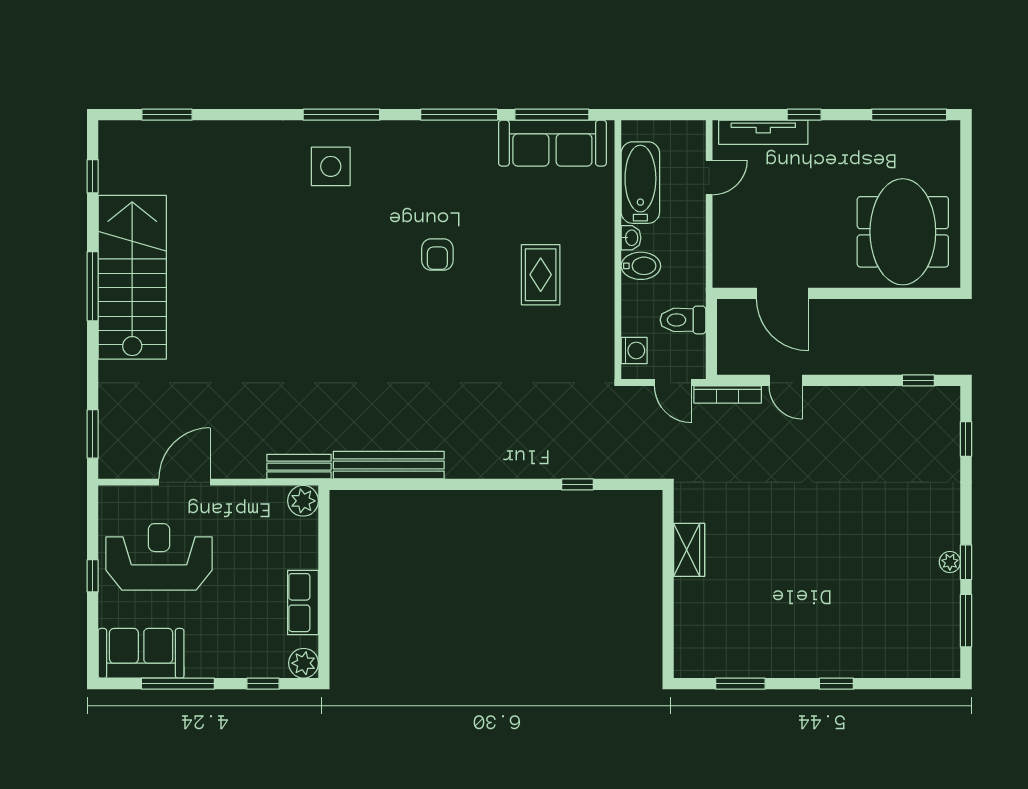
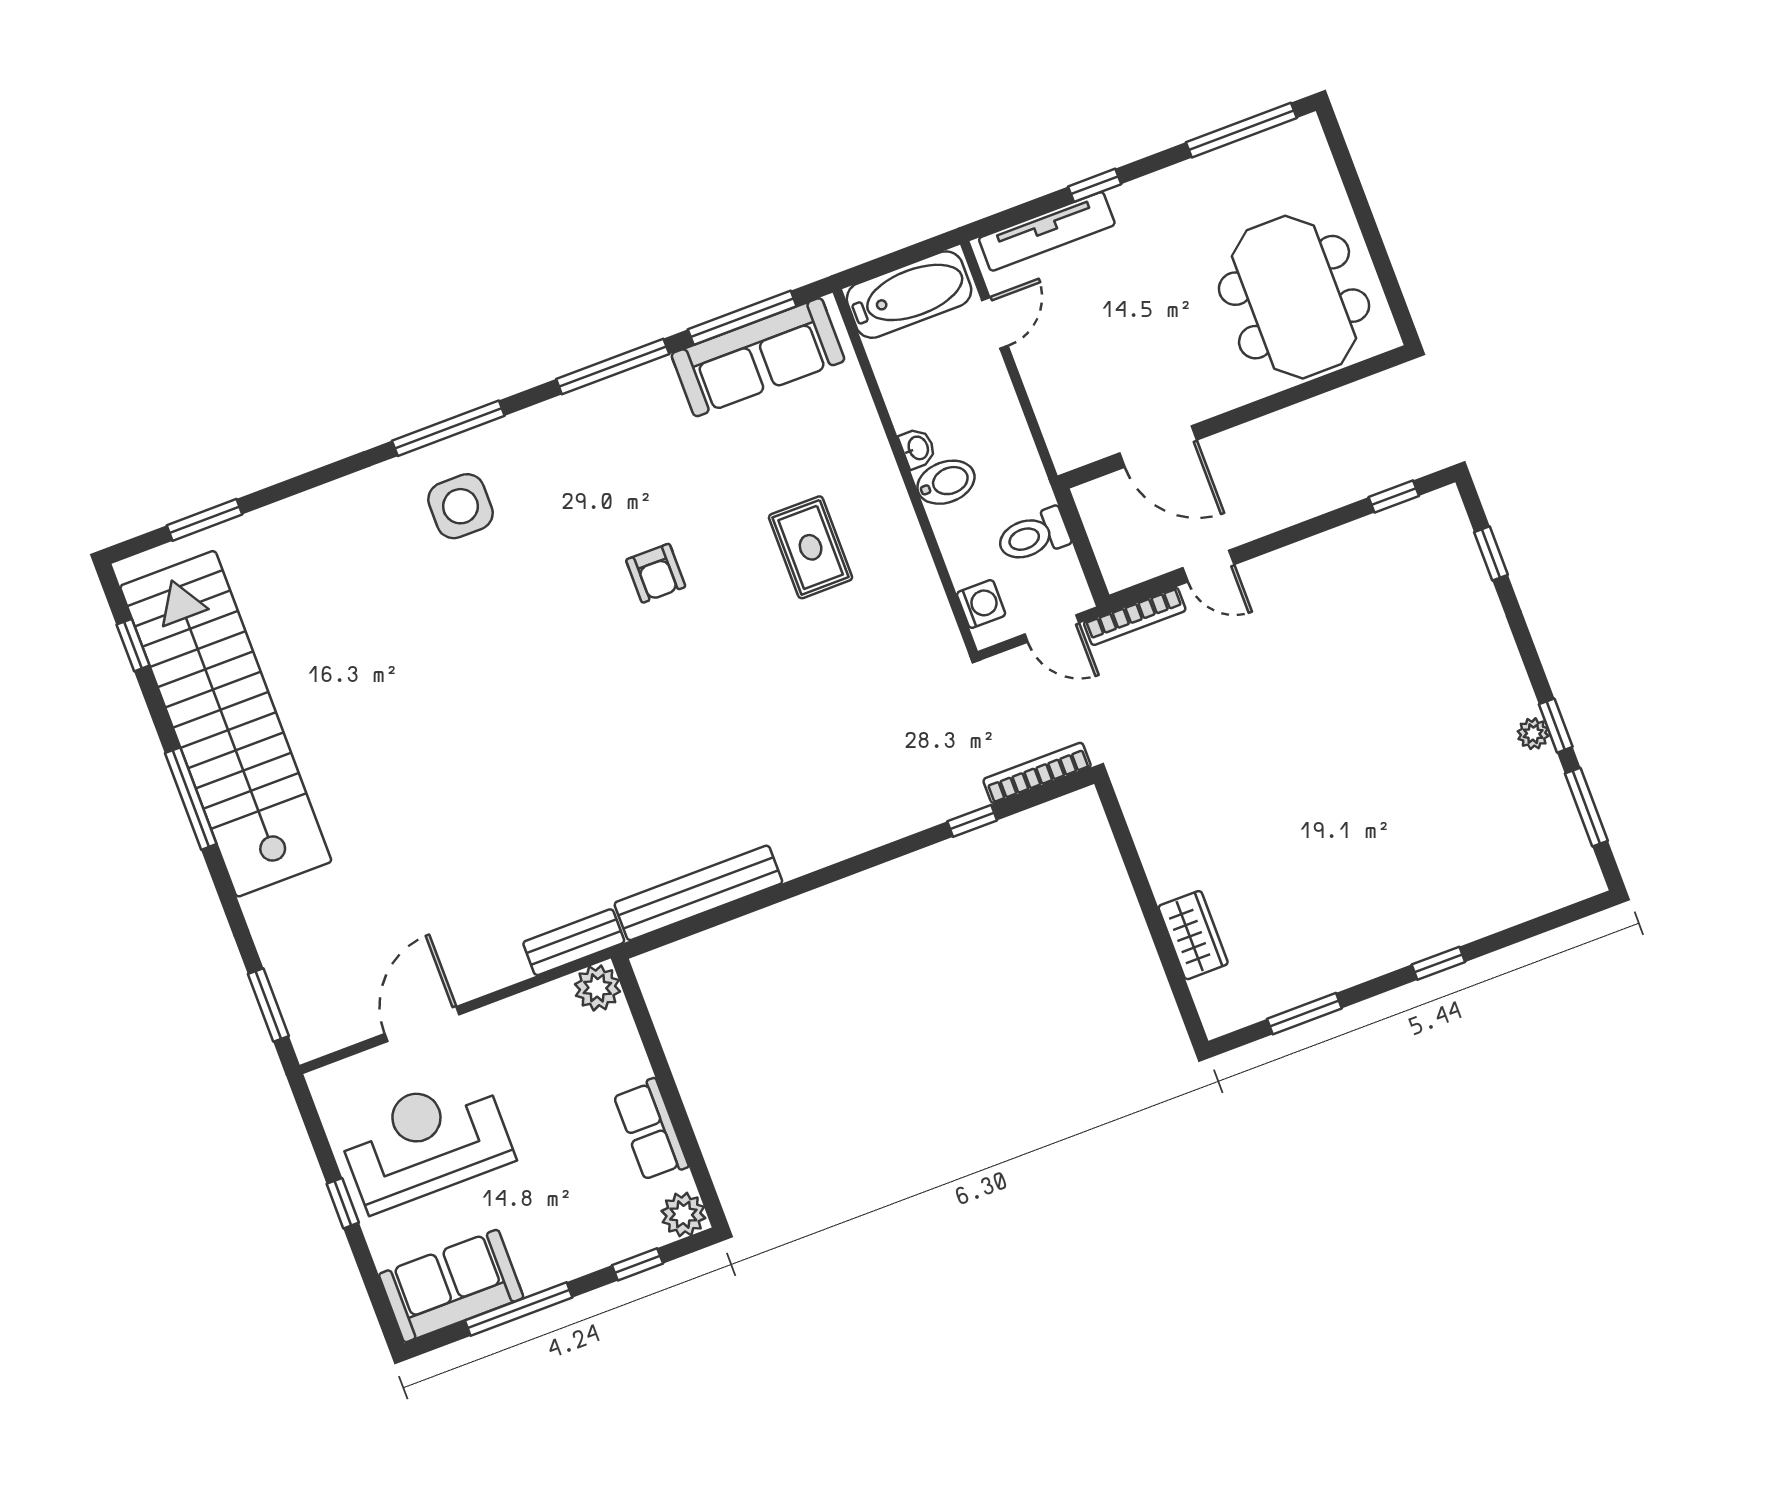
bathtub: (640, 183) -> (909, 295), moved, turned 90
stairs: (132, 277) -> (226, 724), width x1.36
bookcase: (629, 470) -> (1037, 773), added
wardrobe: (689, 550) -> (1193, 935), moved

